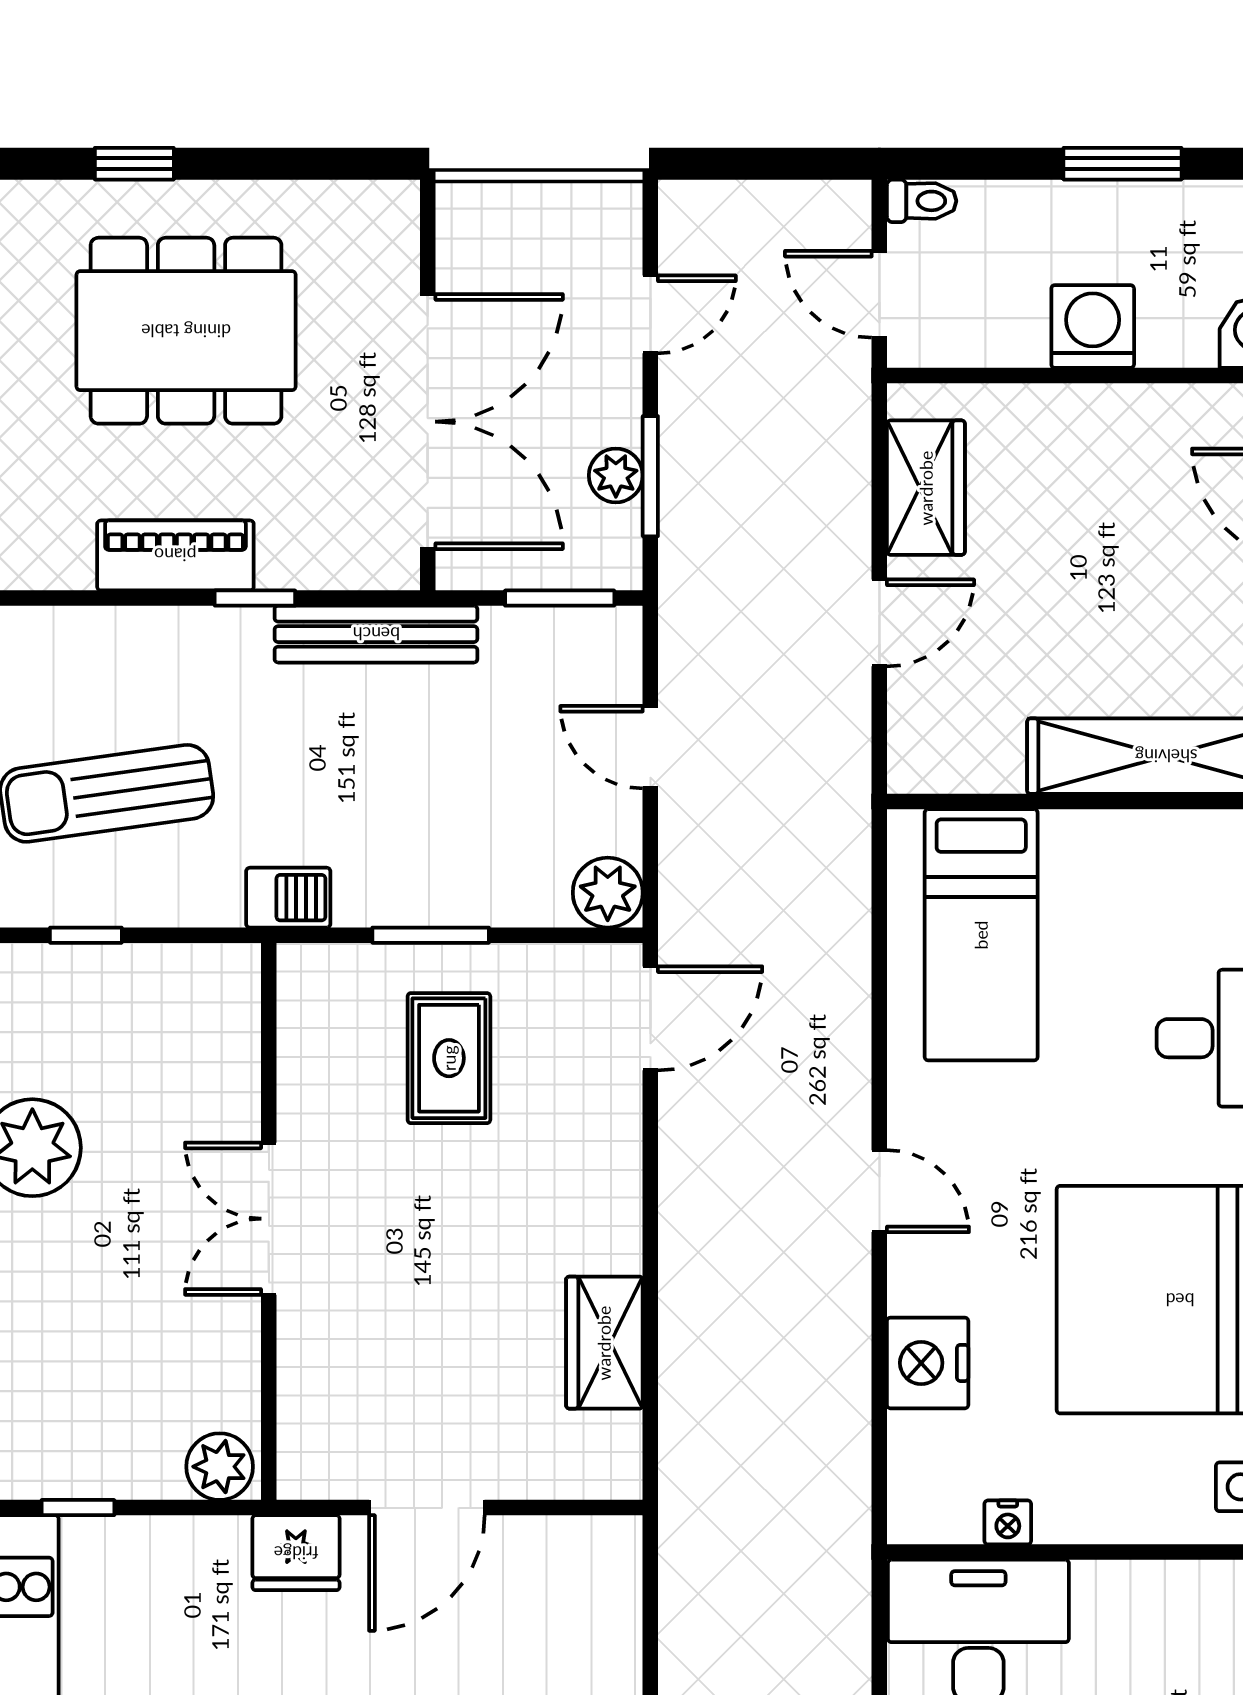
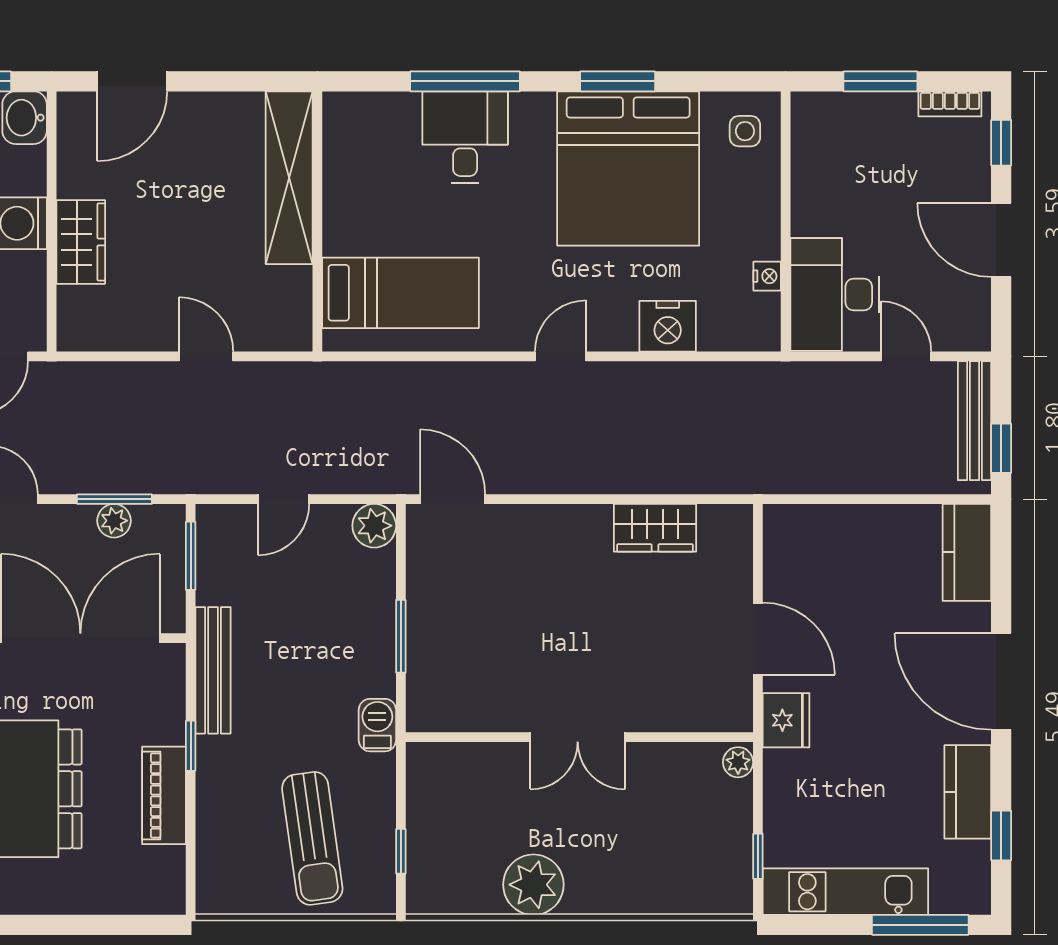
wardrobe: (926, 488) -> (81, 242), moved, turned 90
rug: (449, 1058) -> (478, 625), removed
plant: (220, 1467) -> (738, 762), width x0.73, depth x0.73

